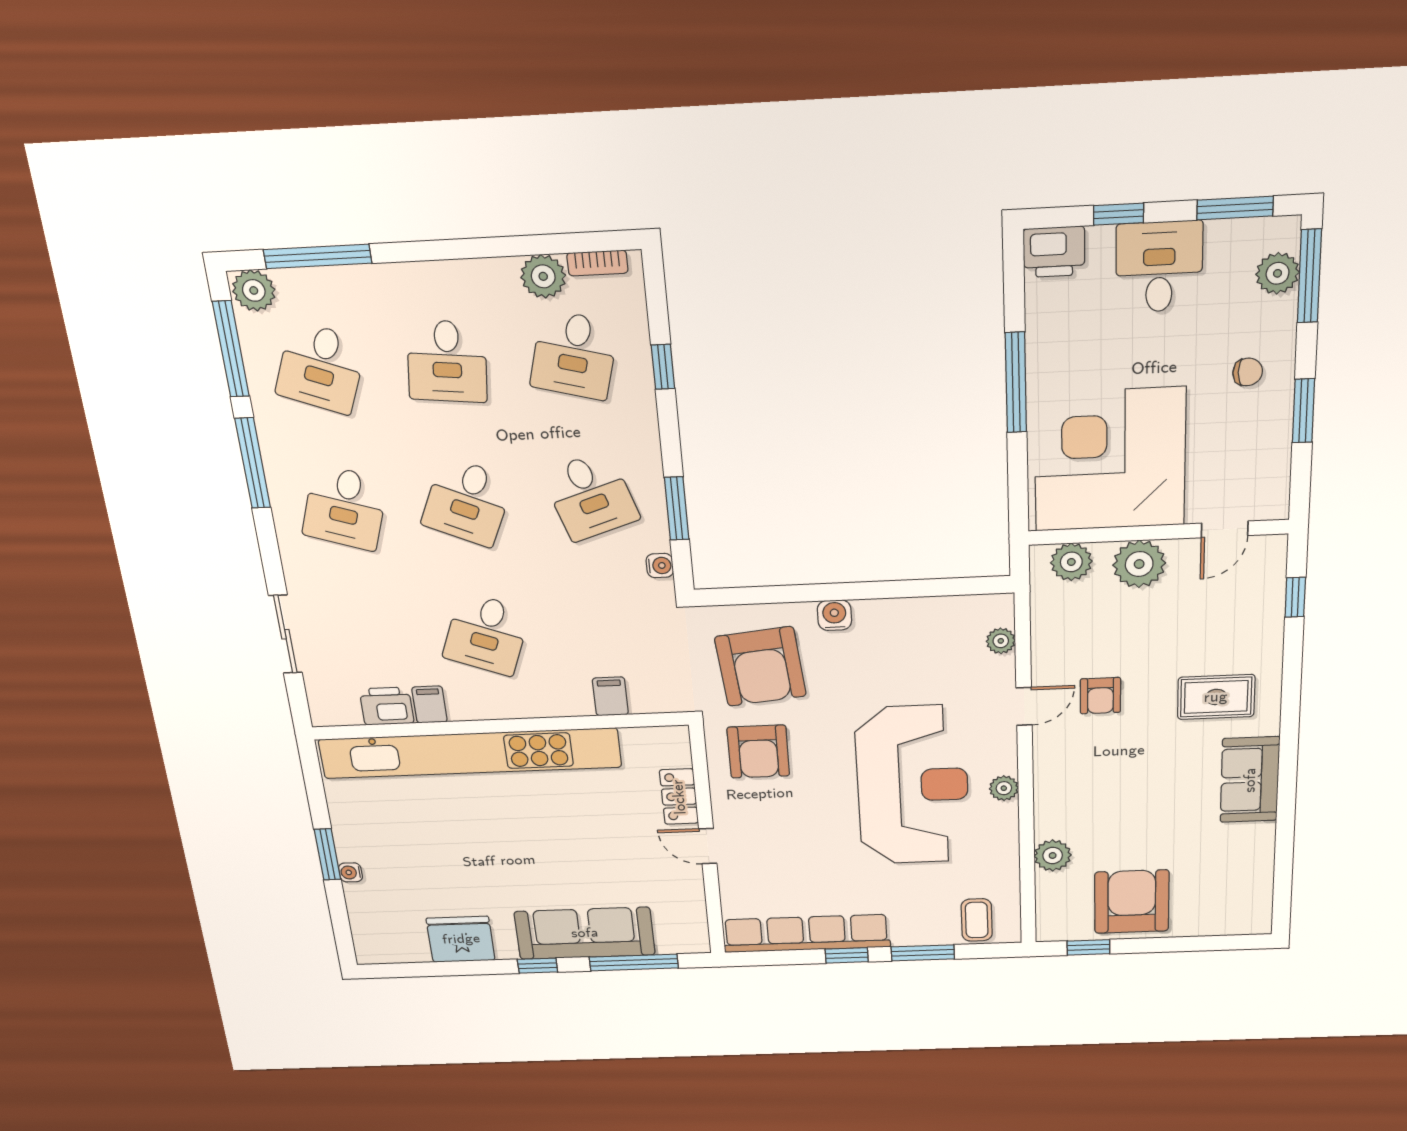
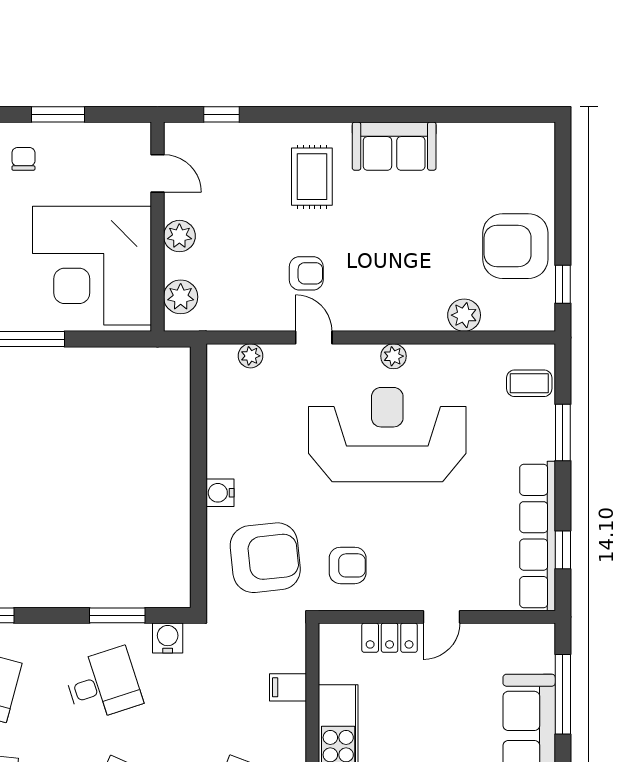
plant: (1139, 564) -> (179, 236), width x0.73, depth x0.73
water cooler: (660, 566) -> (168, 638), width x1.38, depth x1.38
armchair: (758, 752) -> (348, 565), width x0.72, depth x0.72
window: (847, 955) -> (563, 550), moved

